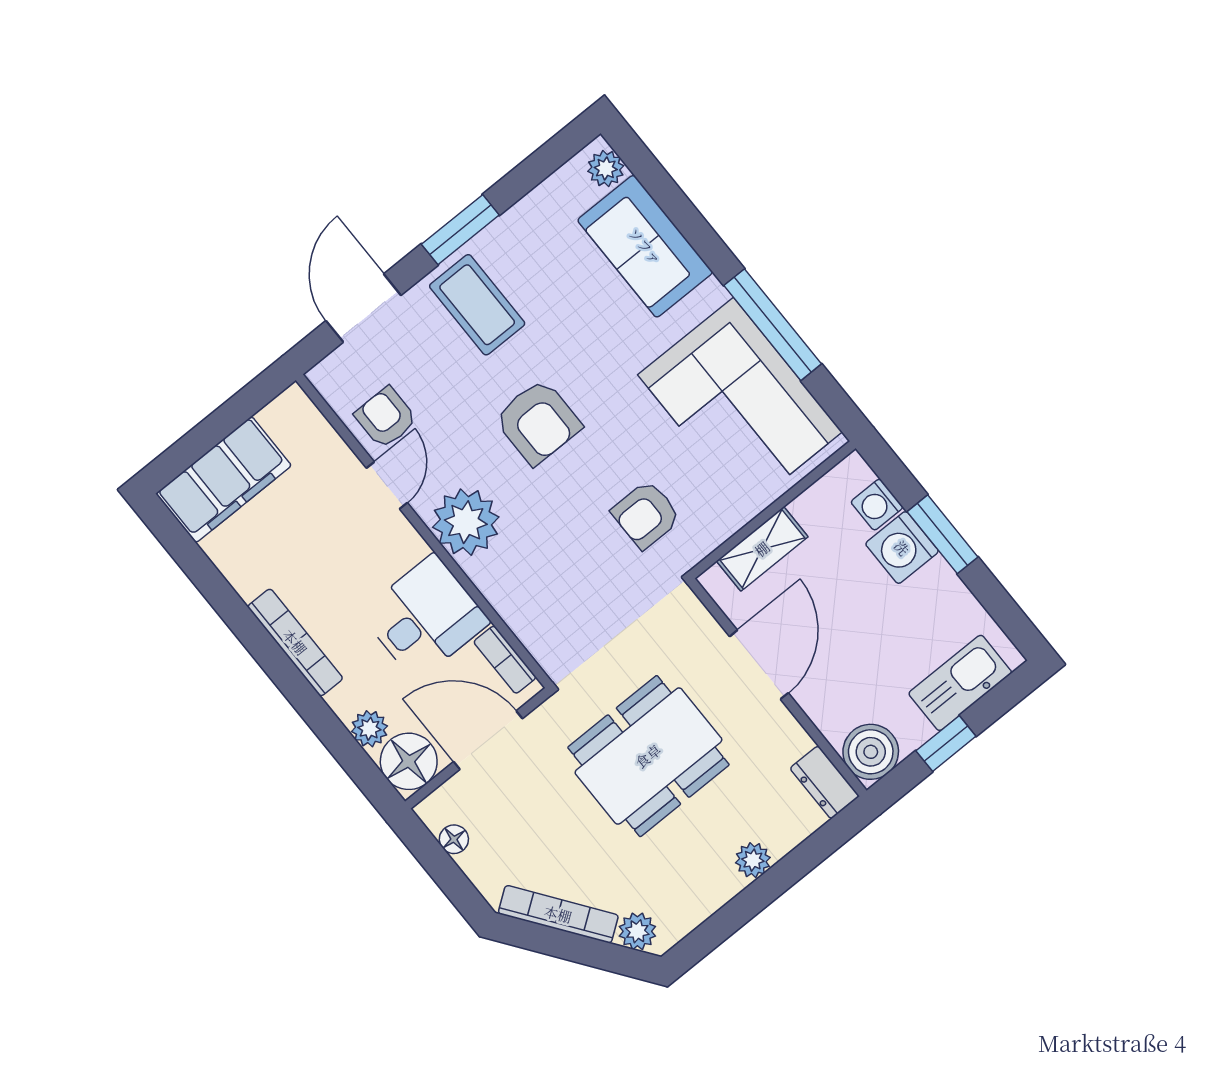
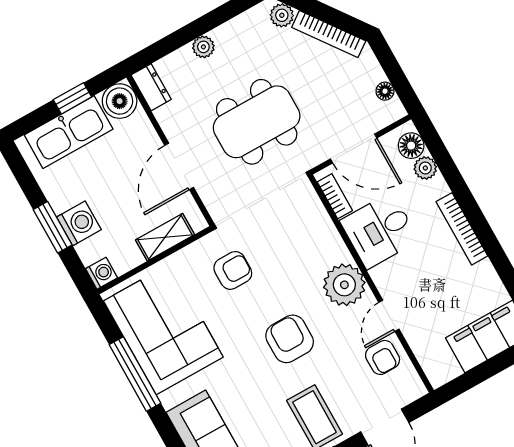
washing machine: (877, 505) -> (101, 273), moved
kitchen sink: (960, 683) -> (69, 132), width x1.36, depth x1.24
floor lamp: (409, 761) -> (411, 146), width x0.73, depth x0.73

